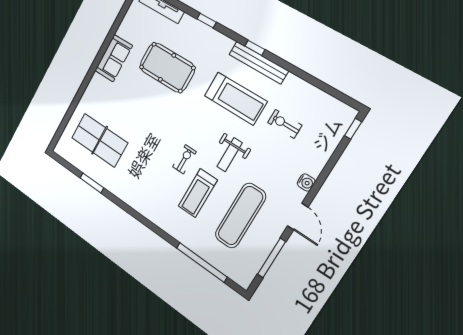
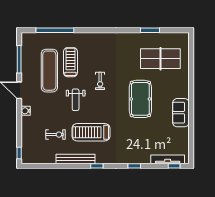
bench: (258, 63) -> (75, 159), moved
pool table: (167, 67) -> (140, 99), moved, turned 90
weight bench: (230, 155) -> (76, 100), turned 180
treadmill: (198, 193) -> (70, 62), moved

